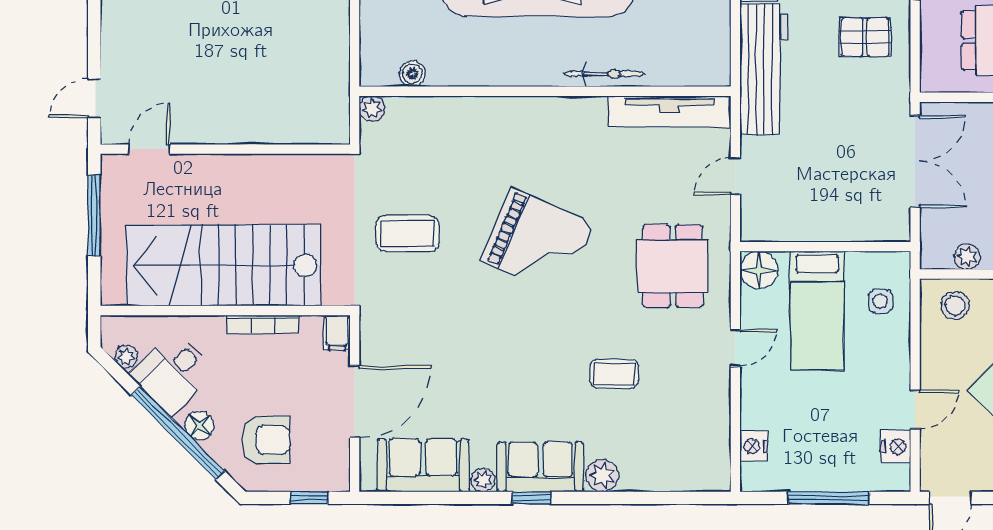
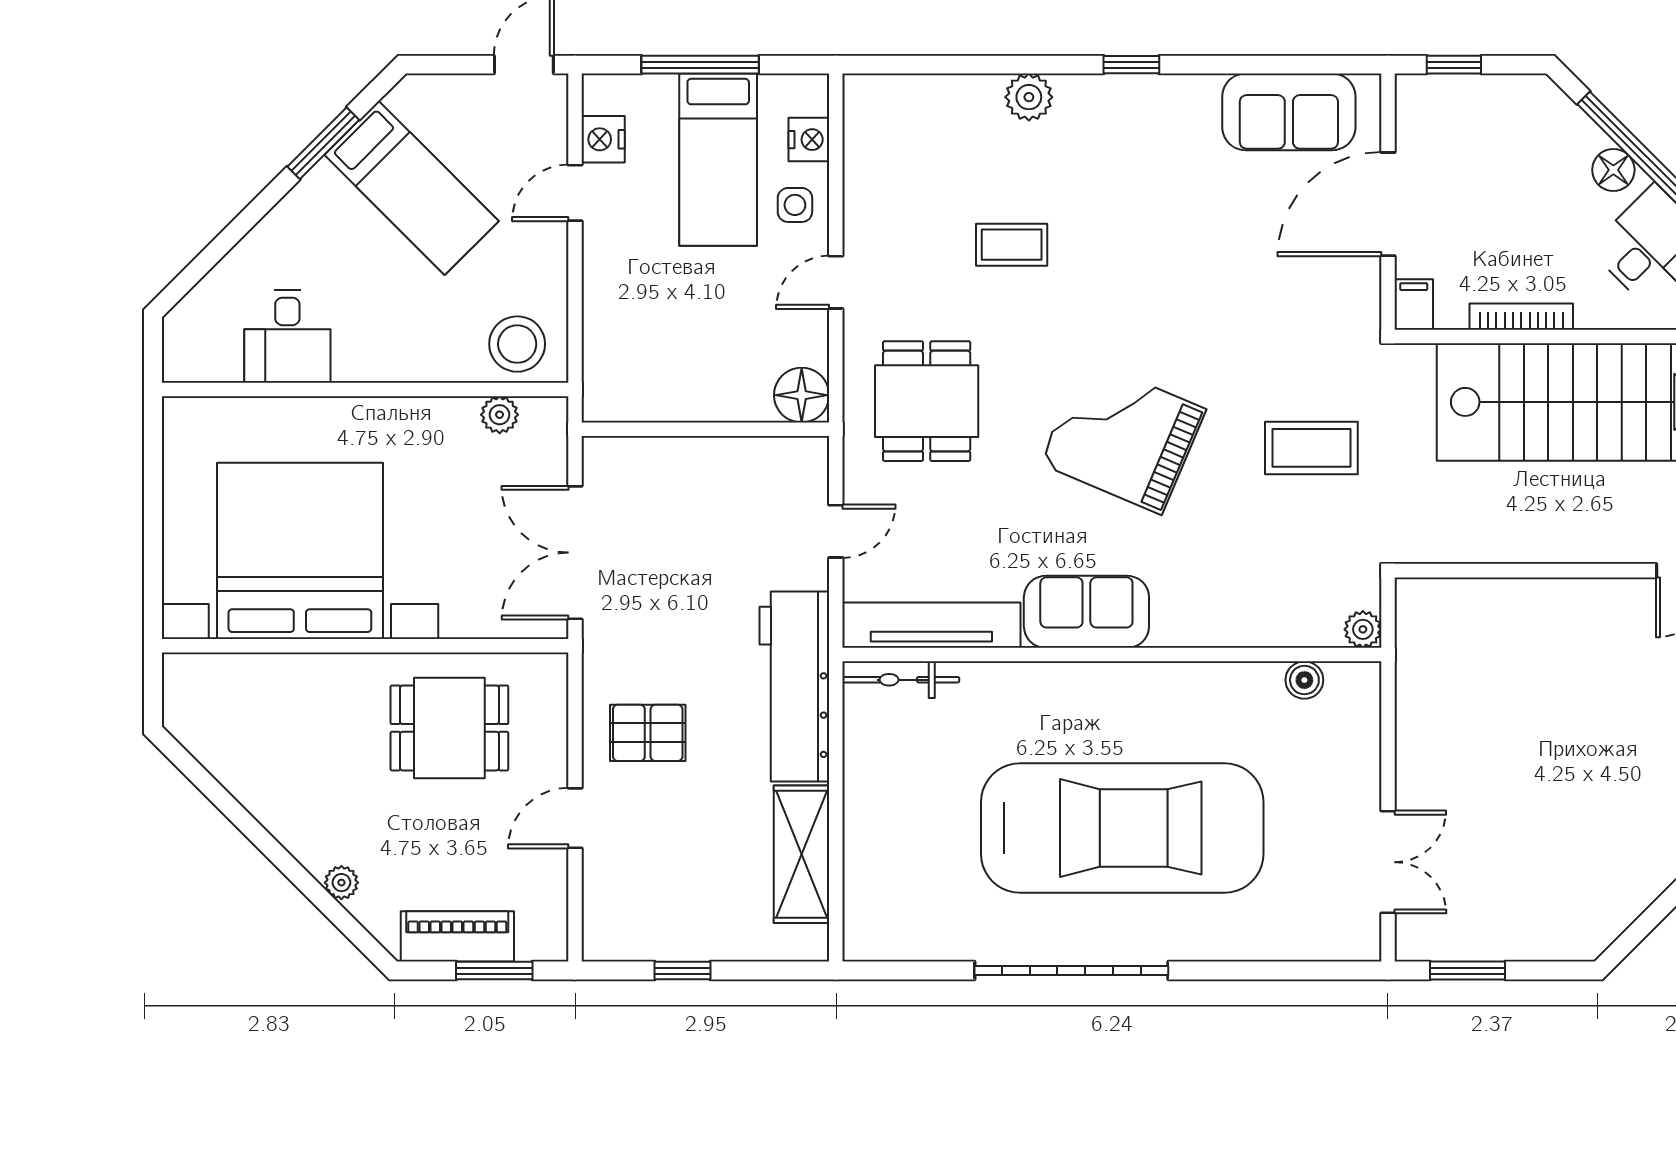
bicycle: (604, 74) -> (901, 680), moved
side table: (880, 301) -> (795, 205), moved
stool: (955, 305) -> (517, 344), width x1.38, depth x1.38
bed: (817, 311) -> (718, 160), moved, turned 180
armchair: (266, 440) -> (1517, 149), removed
sofa: (540, 467) -> (1086, 612), moved, turned 180
plant: (483, 480) -> (1202, 91), removed

